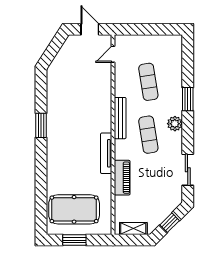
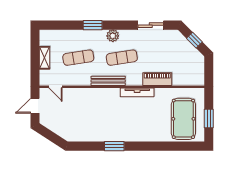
shelving: (133, 229) -> (44, 58), moved

